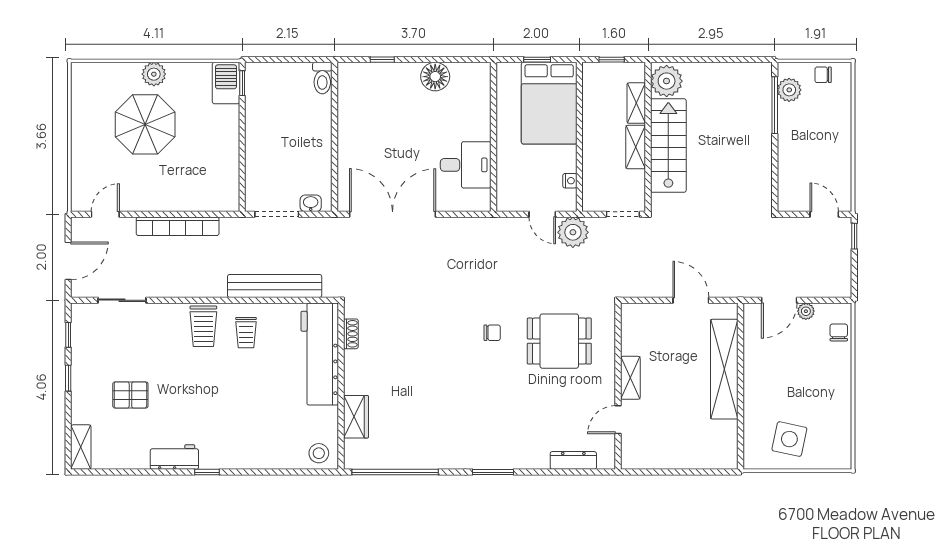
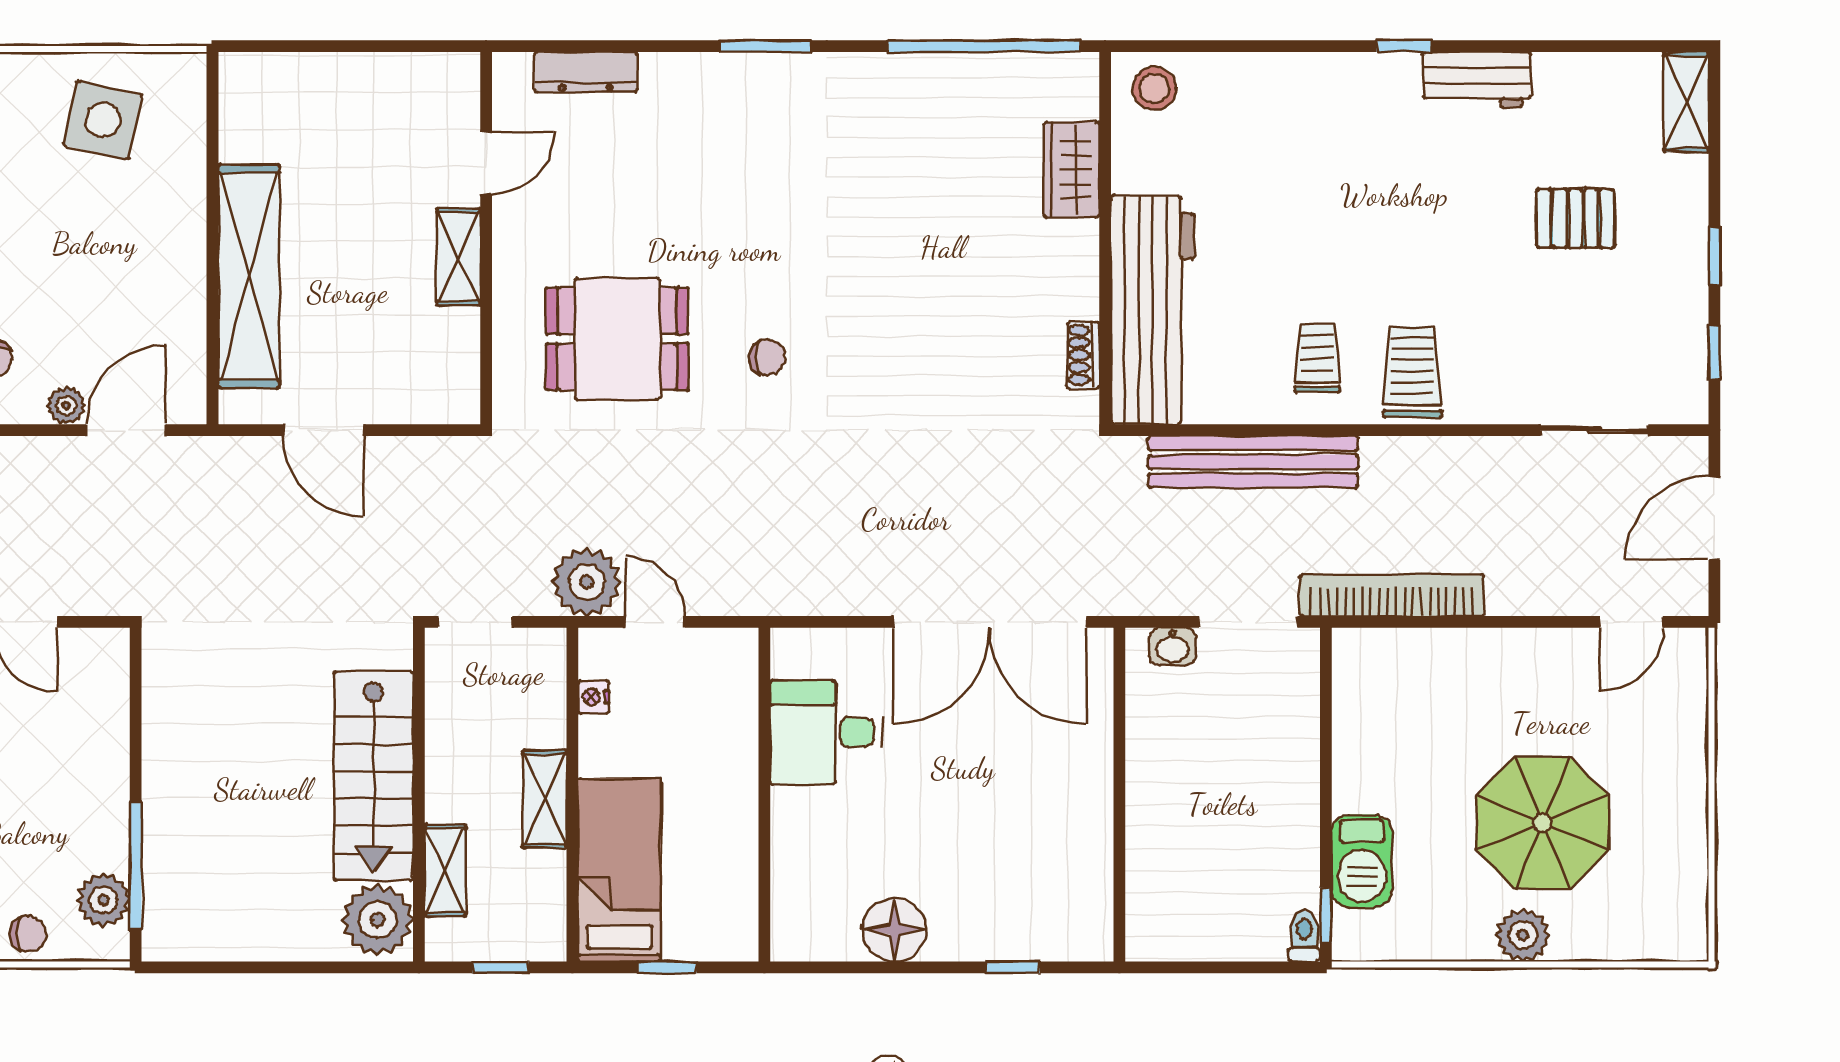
toilet: (322, 78) -> (1304, 936), moved, width x0.73, depth x0.72
barbecue: (226, 83) -> (1362, 861), moved
bed: (549, 103) -> (619, 870), width x0.67
shelving: (636, 147) -> (545, 799), moved
bookcase: (178, 226) -> (1392, 595), moved
chair: (492, 333) -> (767, 358), turned 180

